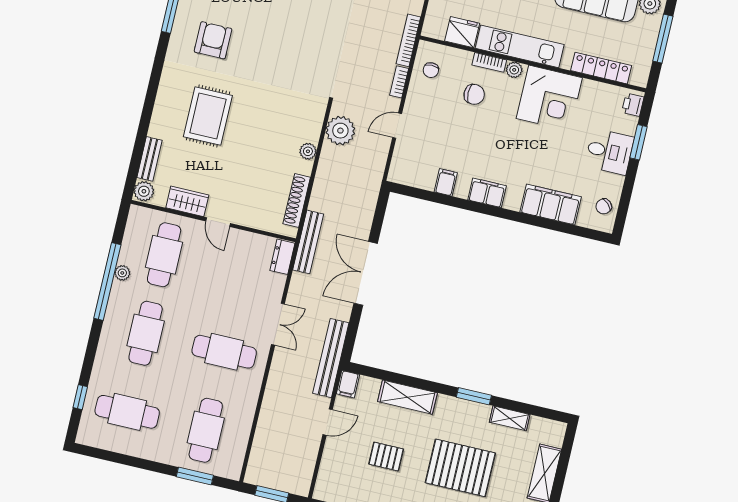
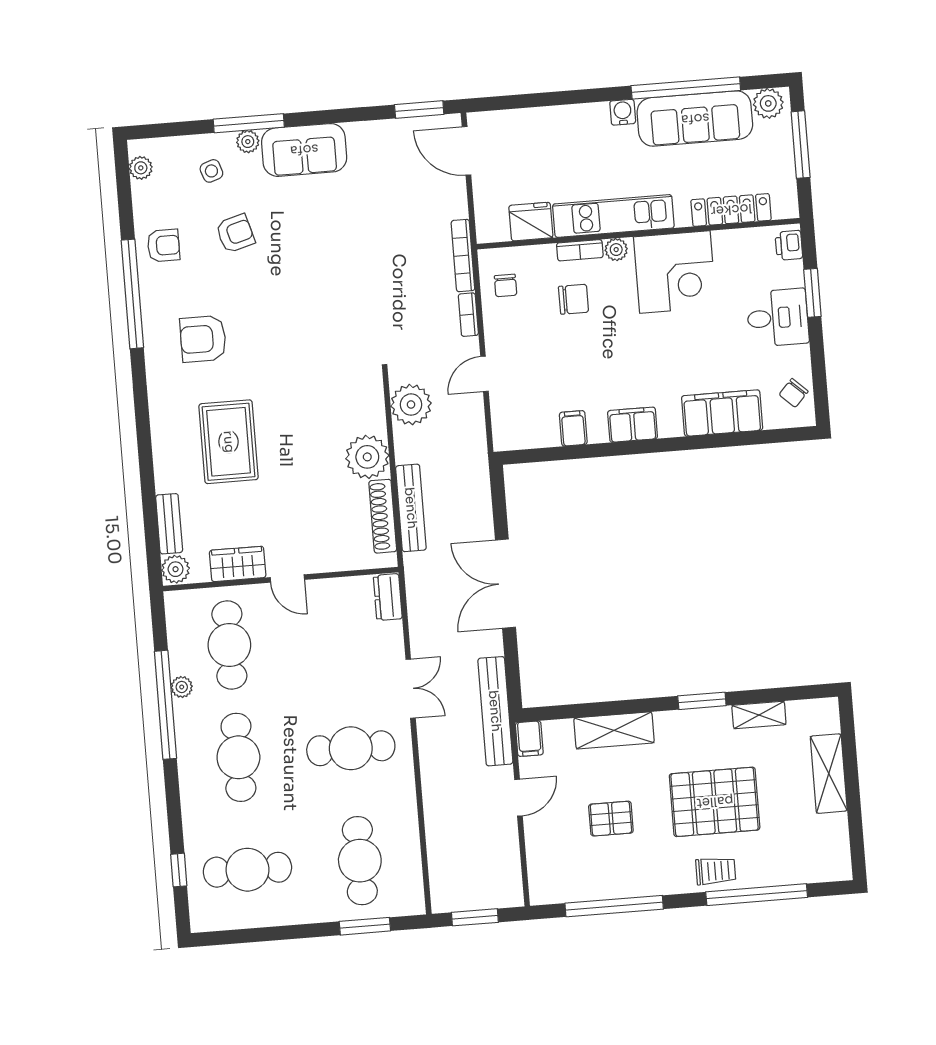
armchair: (213, 40) -> (203, 339), turned -90
plant: (308, 151) -> (367, 457), width x1.88, depth x1.88
bench: (308, 242) -> (411, 508), moved

